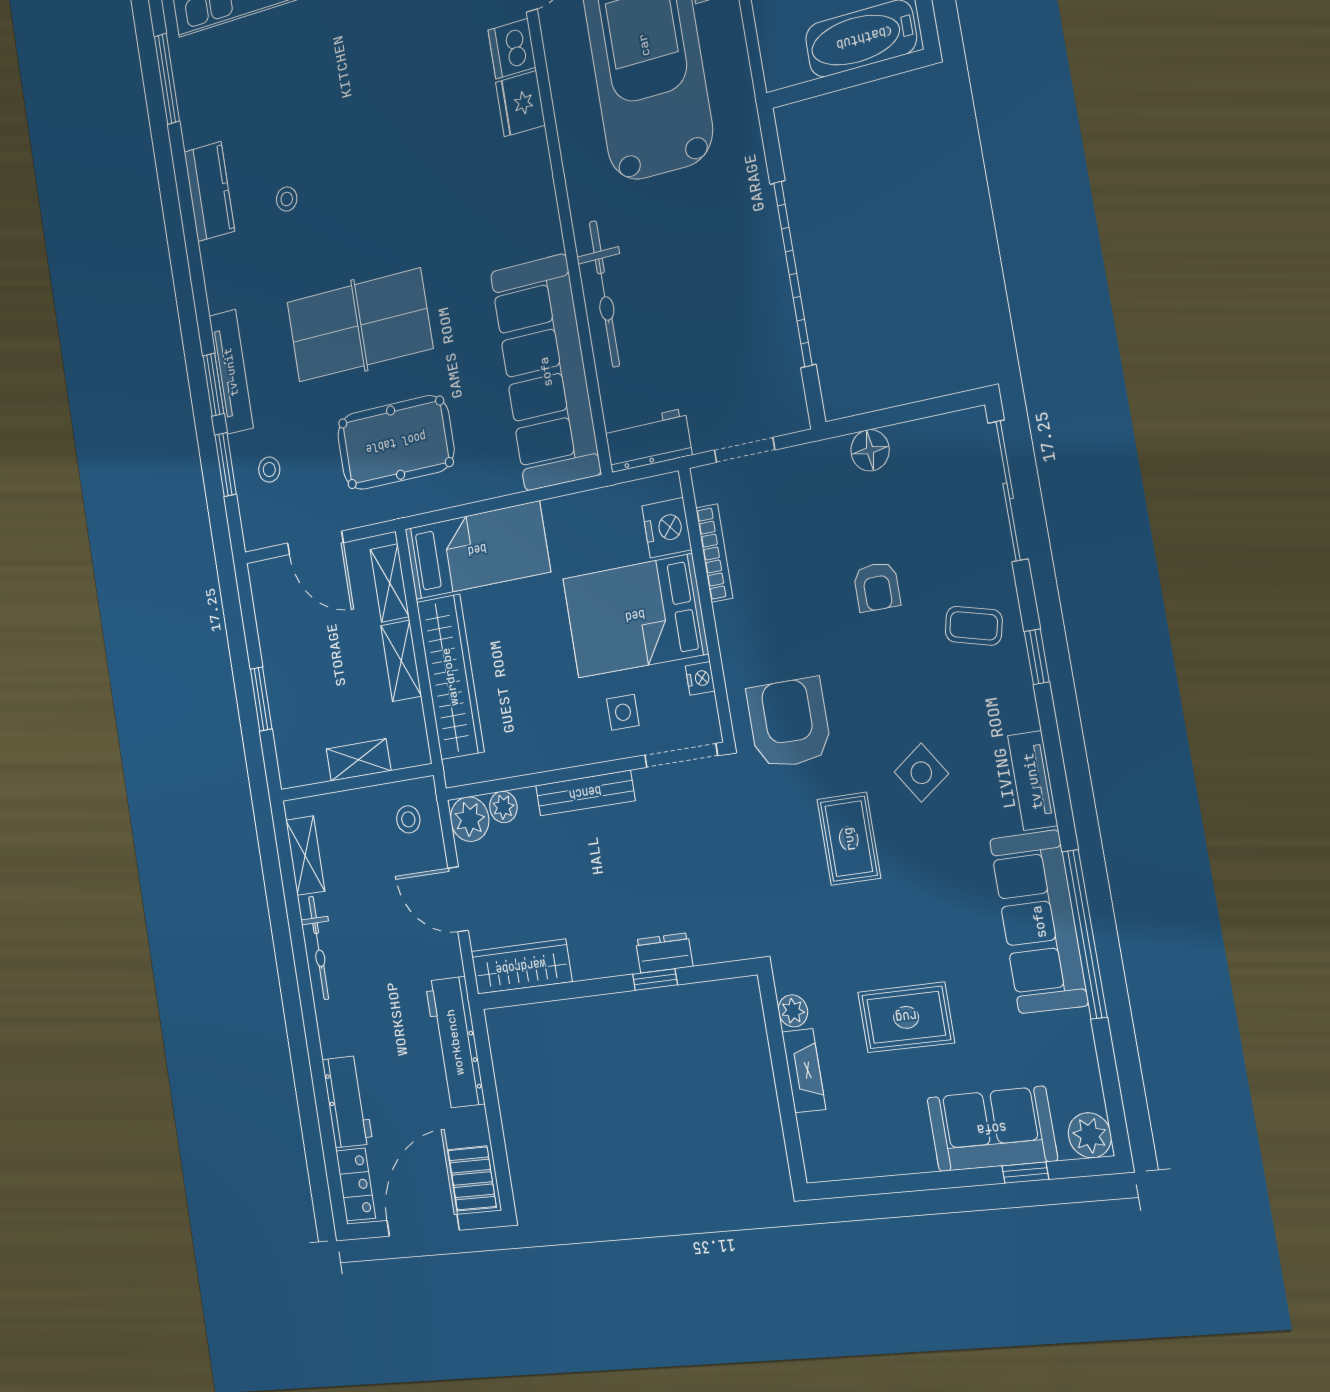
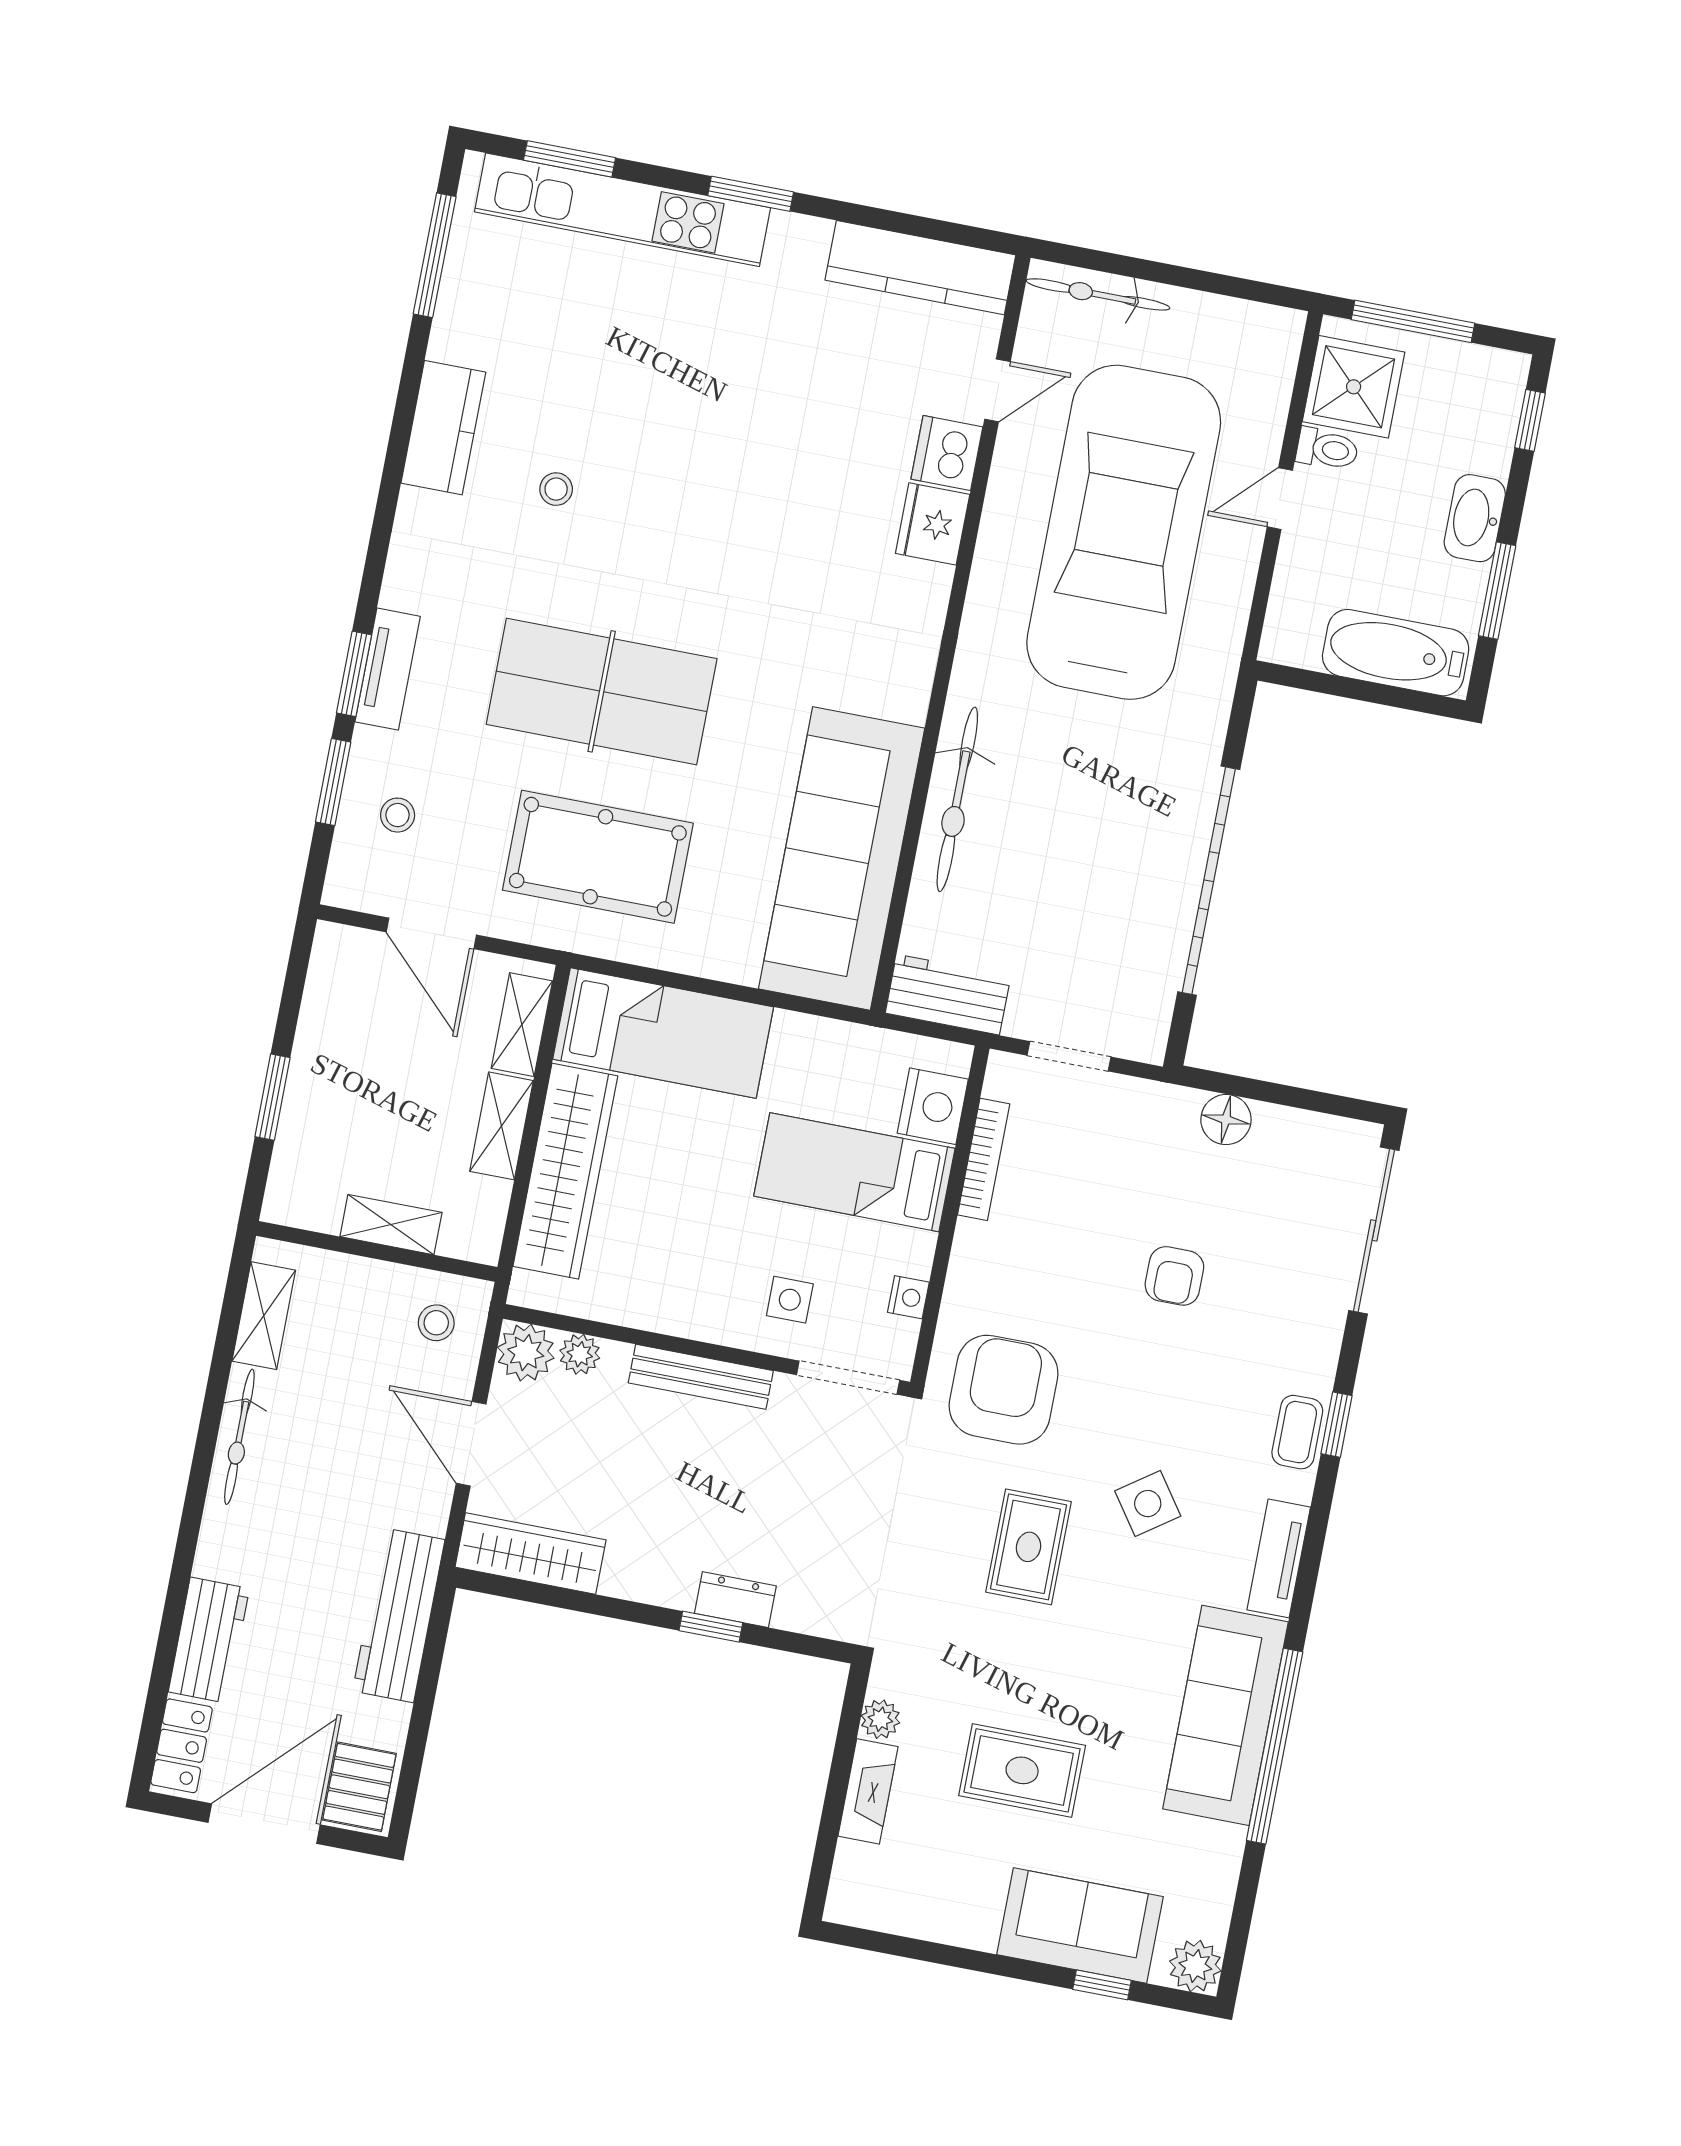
tv unit: (231, 372) -> (388, 669), width x0.71
bed: (635, 616) -> (854, 1172), width x0.67
coffee table: (974, 626) -> (1297, 1432), moved, turned 76

